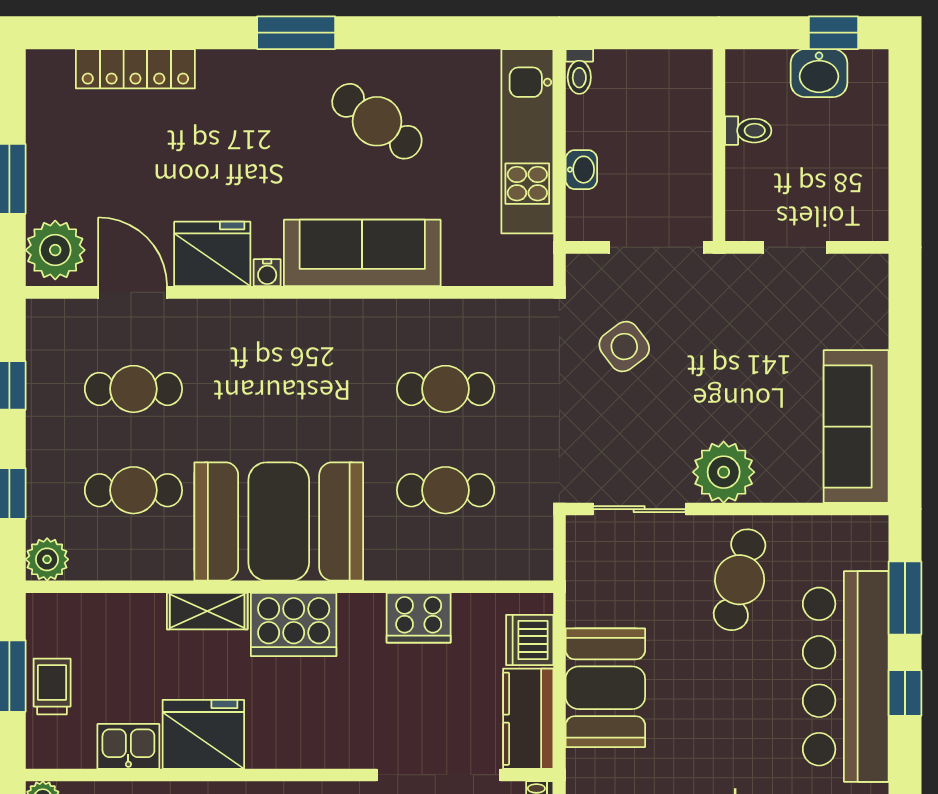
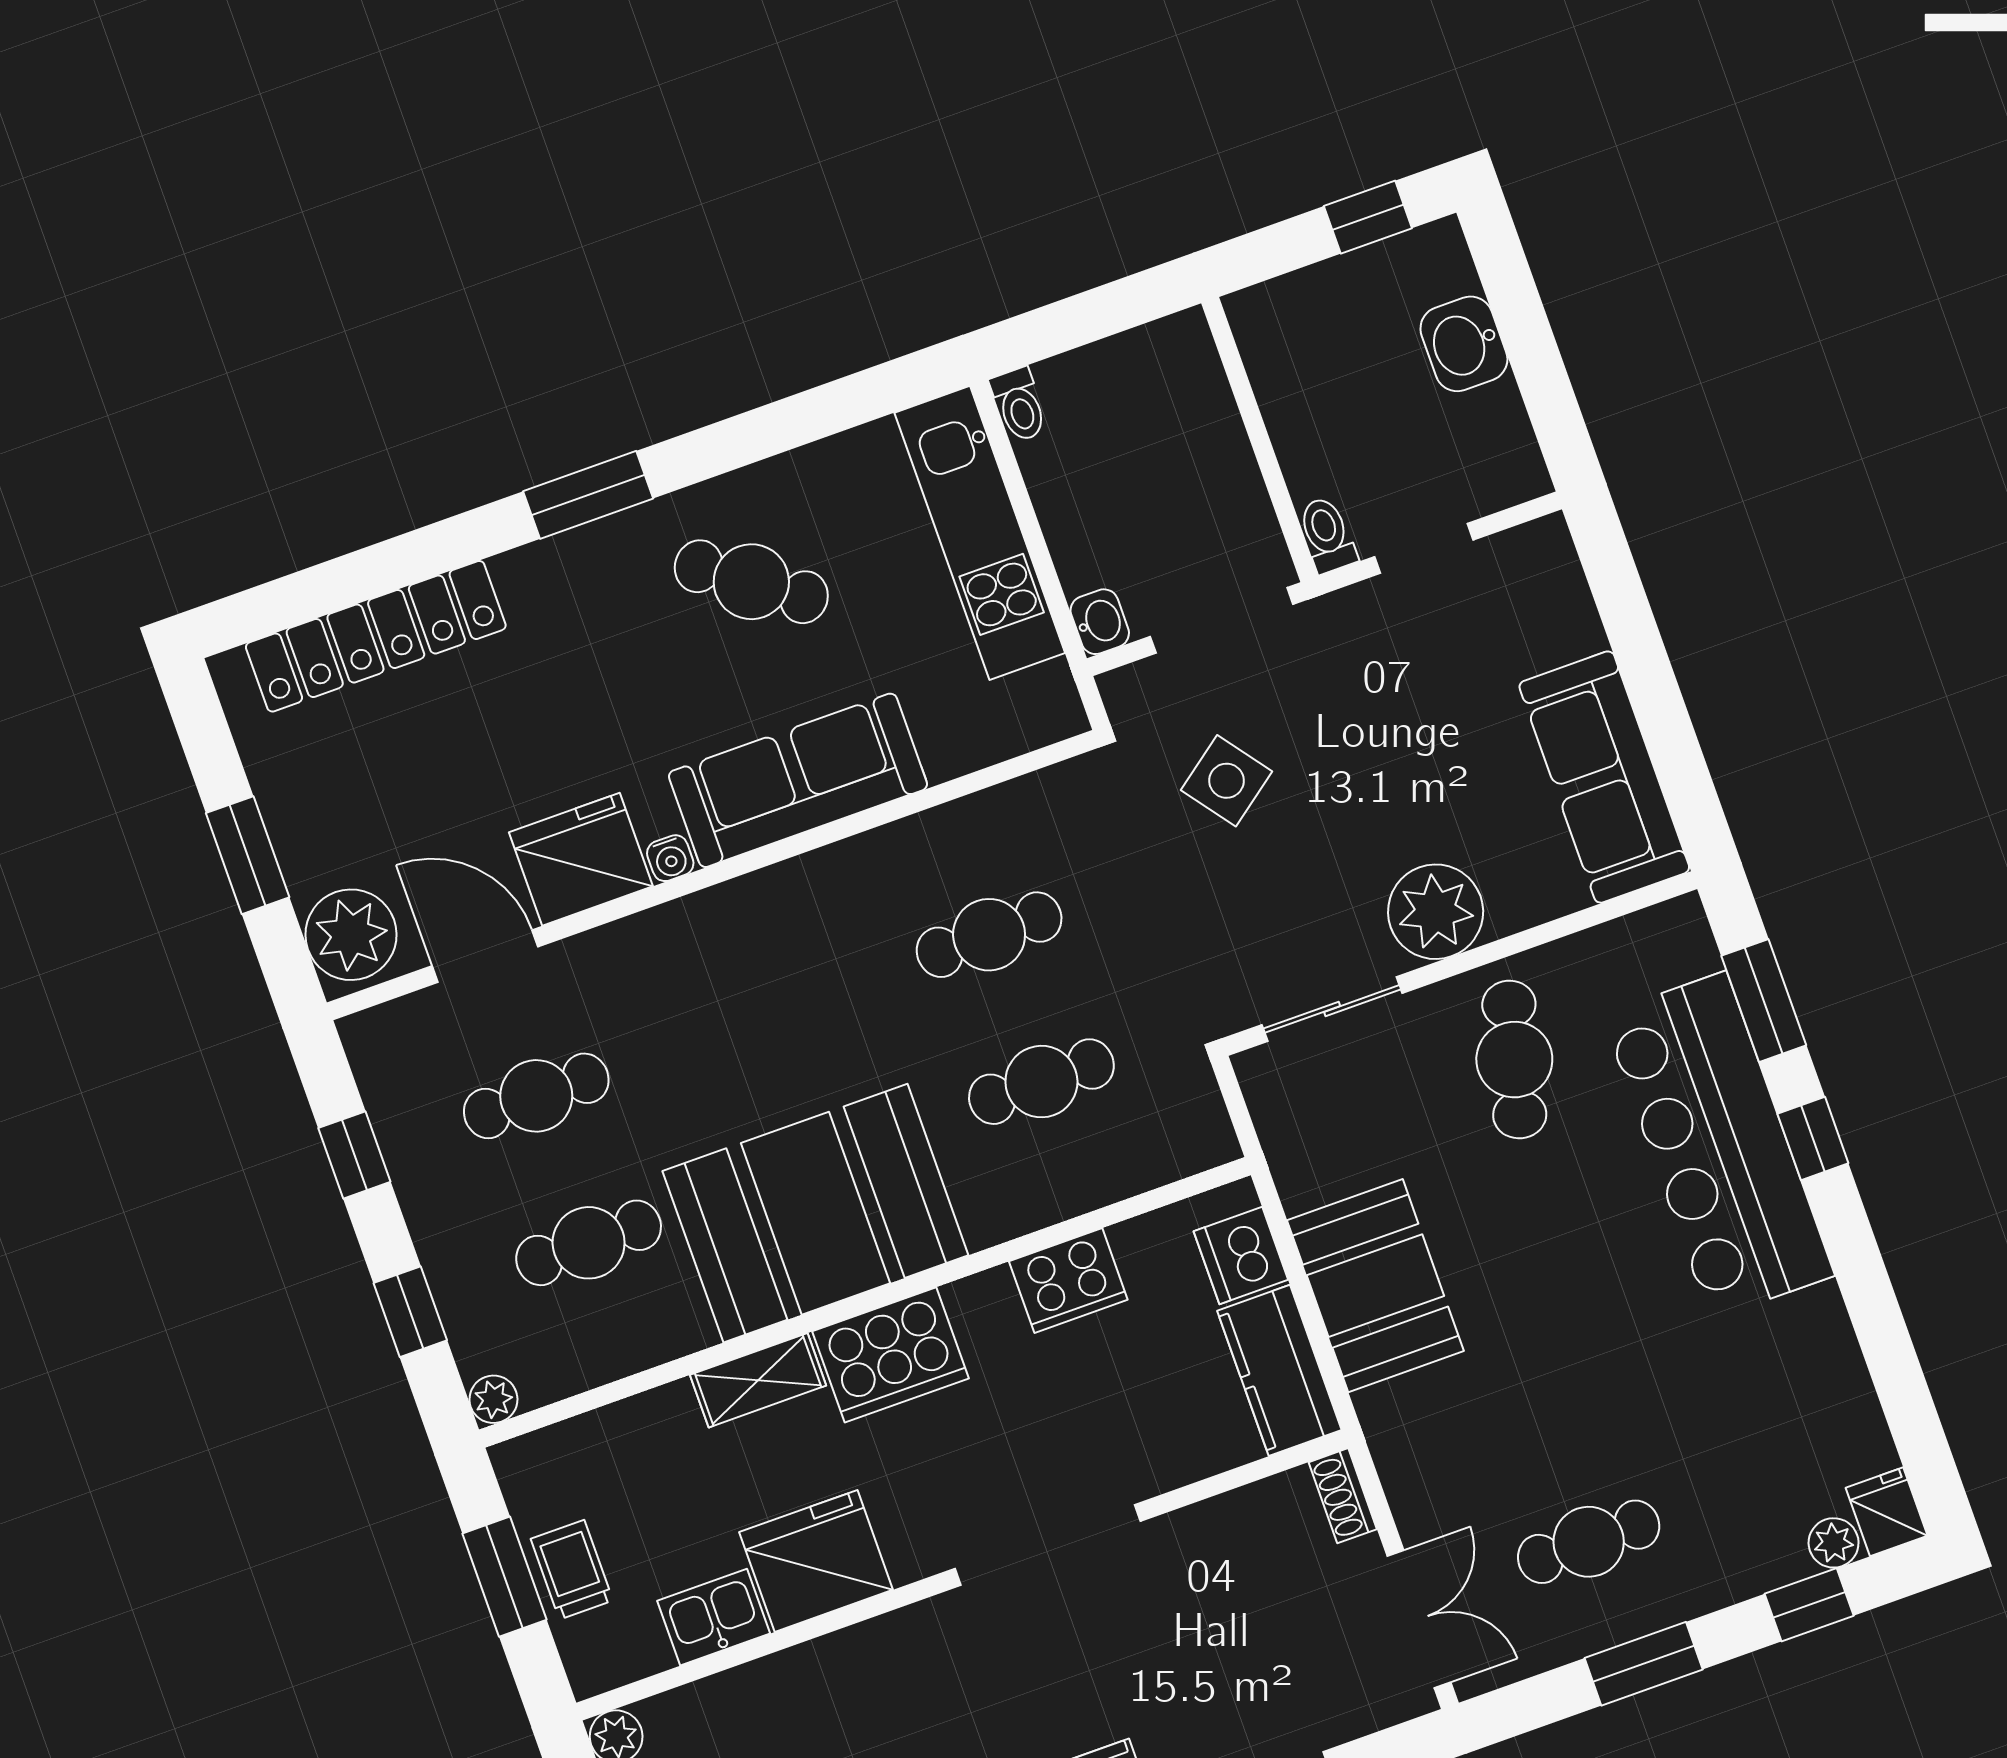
locker: (135, 69) -> (376, 636), width x1.41, depth x1.21
washbasin: (819, 73) -> (1464, 344), moved, turned 90
toilet: (748, 131) -> (1327, 535), moved, turned -90
washbasin: (581, 170) -> (1100, 622), moved
plant: (47, 559) -> (493, 1399), width x0.73, depth x0.73
doorway: (438, 775) -> (1048, 1545), moved

